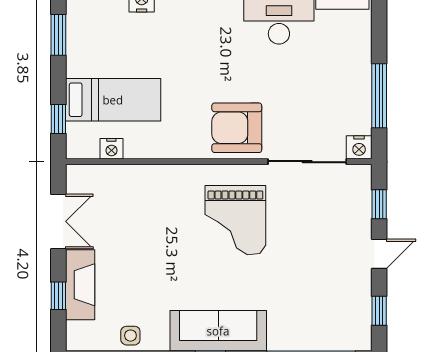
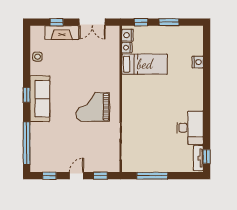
window: (58, 35) -> (169, 22), moved
bed: (113, 100) -> (145, 64), moved, turned -90
armchair: (237, 128) -> (137, 108), removed
nightstand: (359, 147) -> (127, 35), moved
door: (379, 254) -> (77, 176), swing flipped

